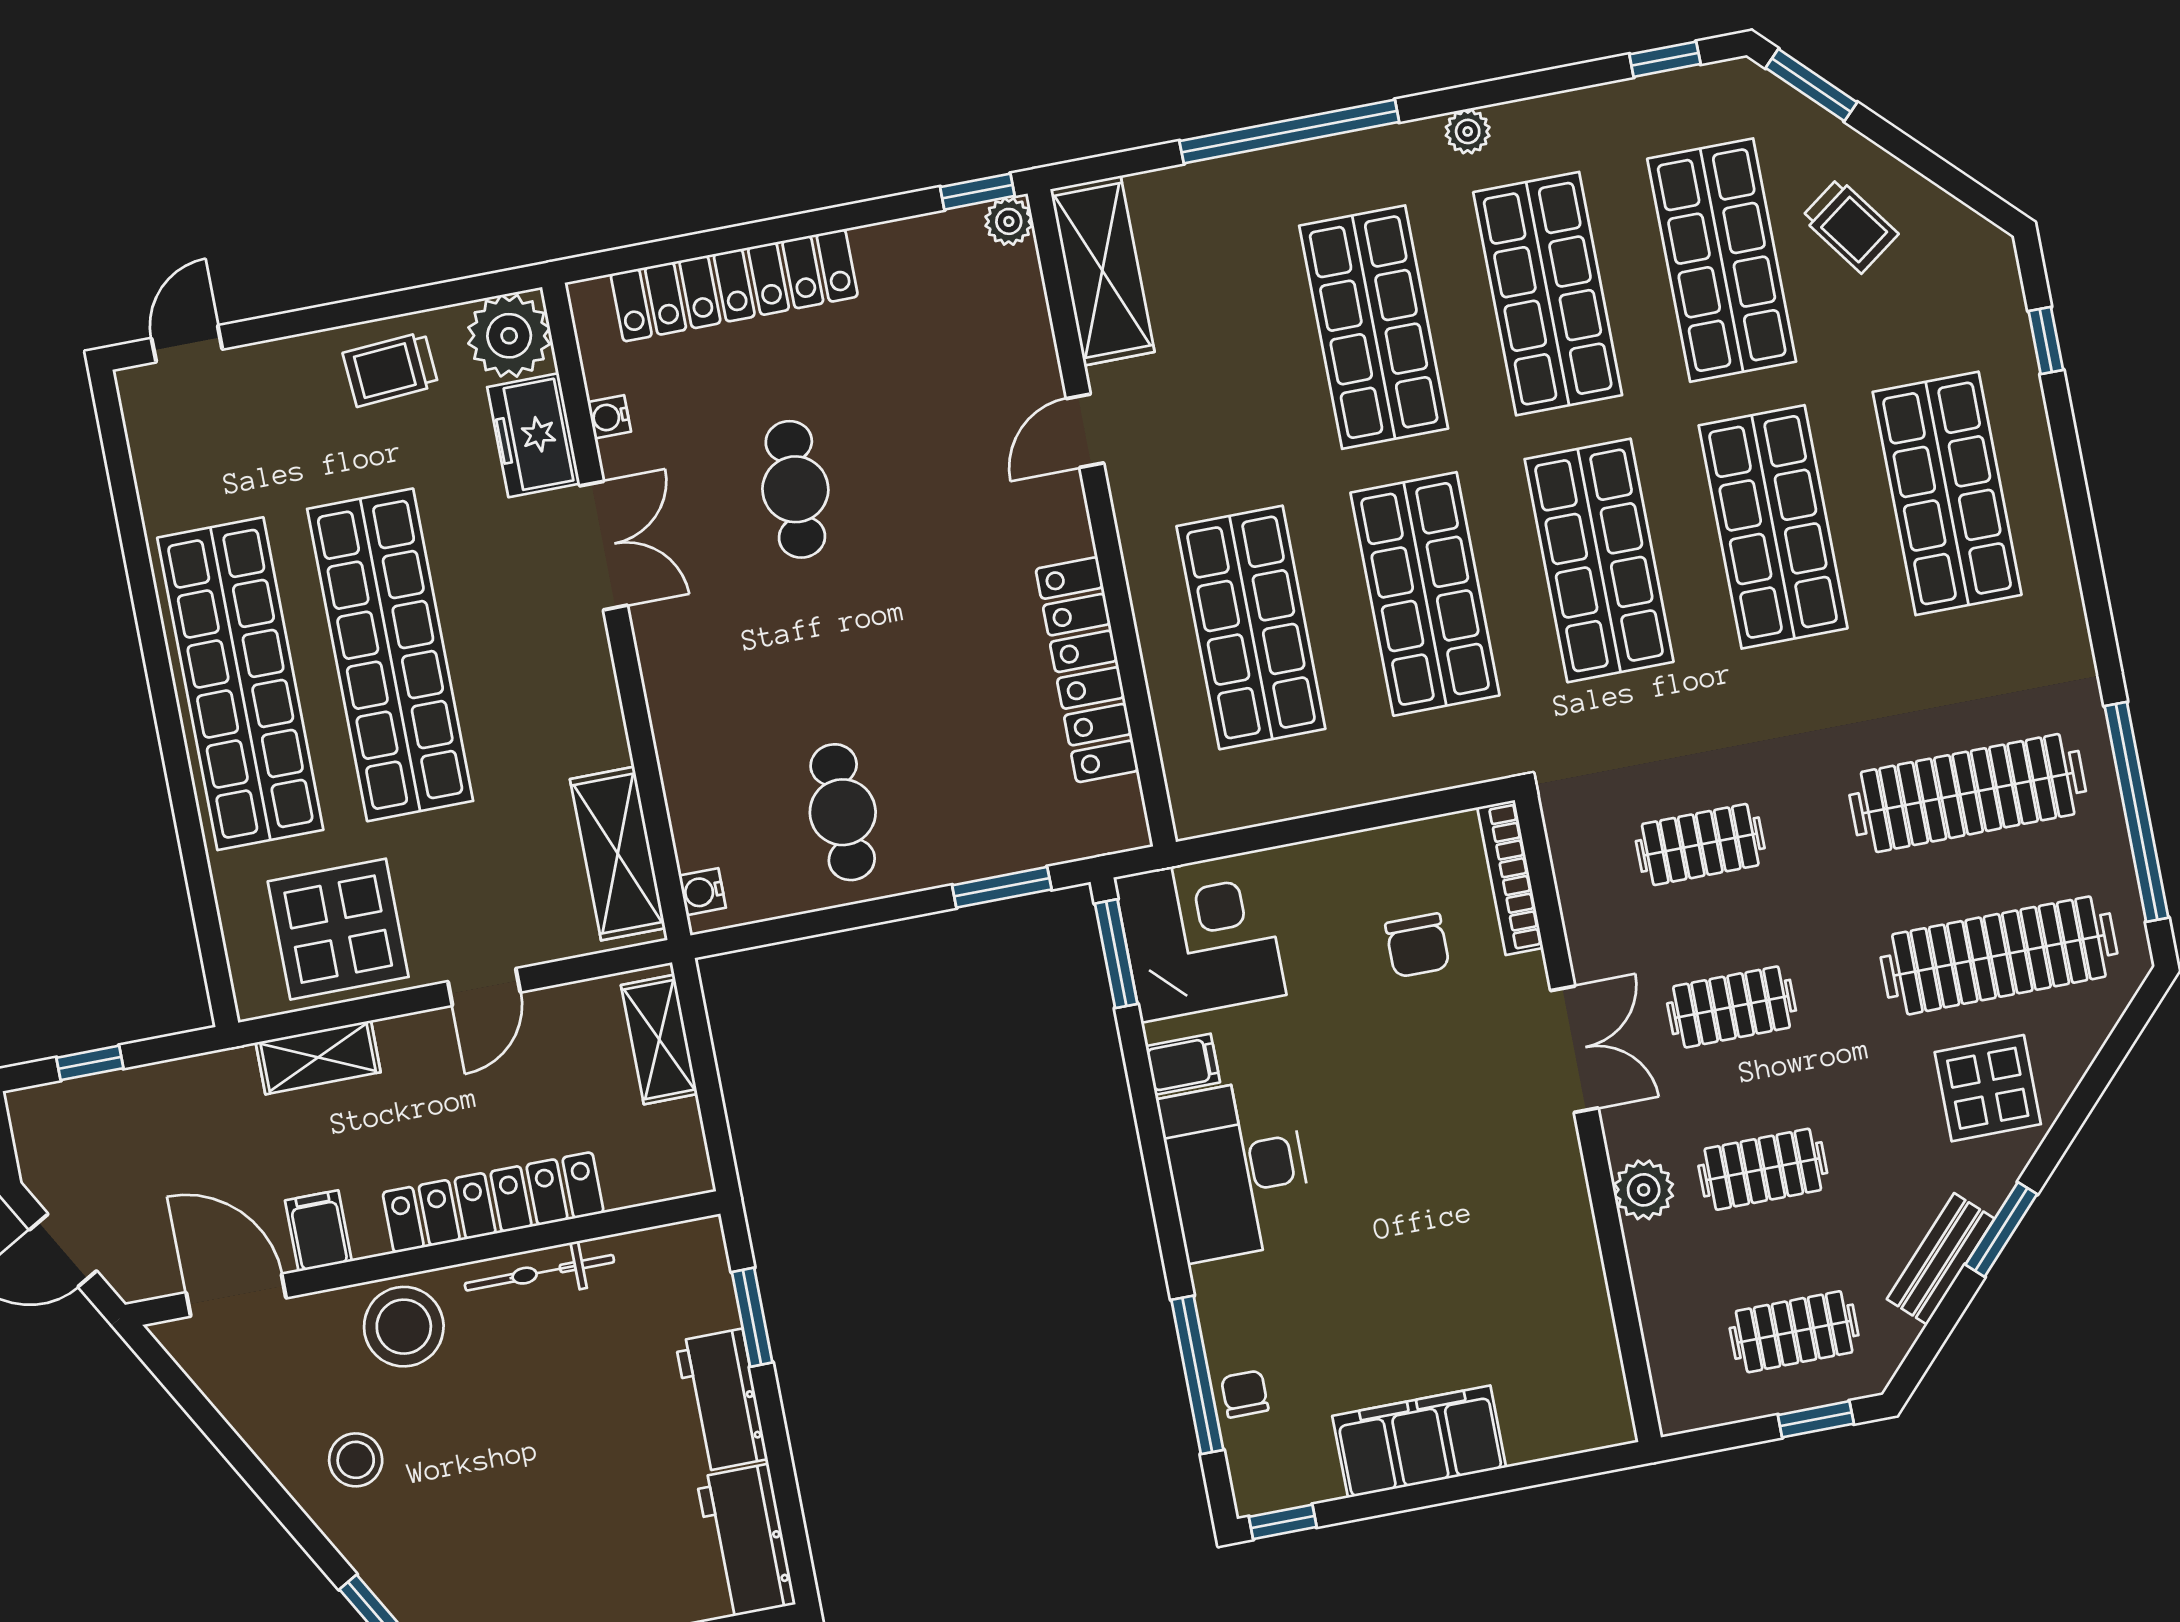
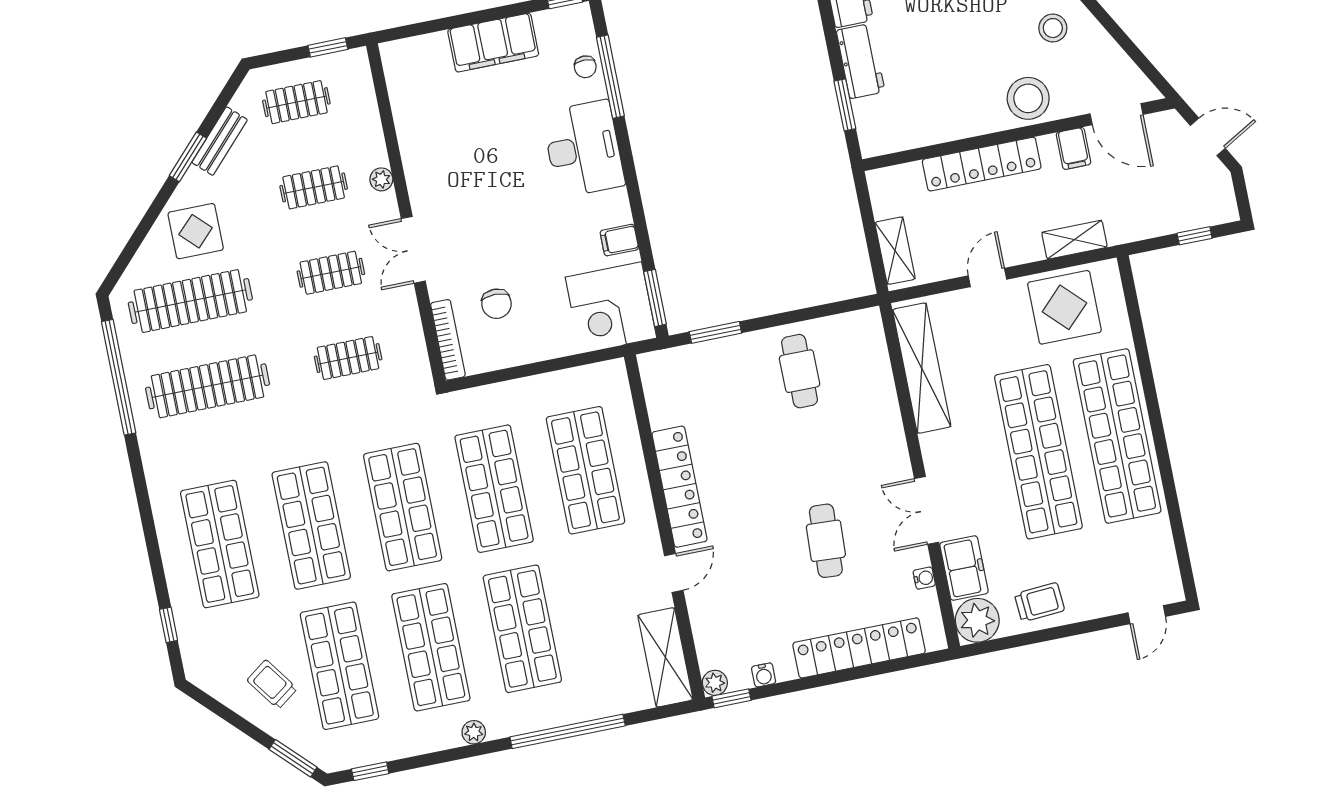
locker: (1087, 670) -> (679, 487), moved
shelving: (618, 854) -> (922, 368), width x1.47
water cooler: (702, 892) -> (764, 675), moved, turned 90
chair: (1417, 945) -> (496, 304), turned 180
desk: (1237, 1169) -> (583, 149), moved
plant: (1644, 1190) -> (381, 179), width x0.73, depth x0.73
bicycle: (539, 1273) -> (957, 127), removed
window: (1816, 1419) -> (328, 47), moved

